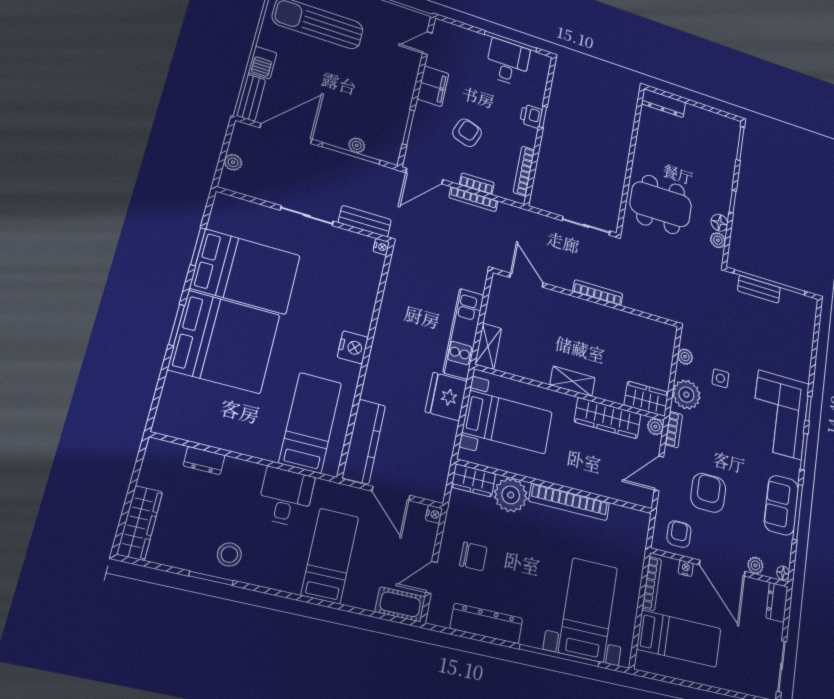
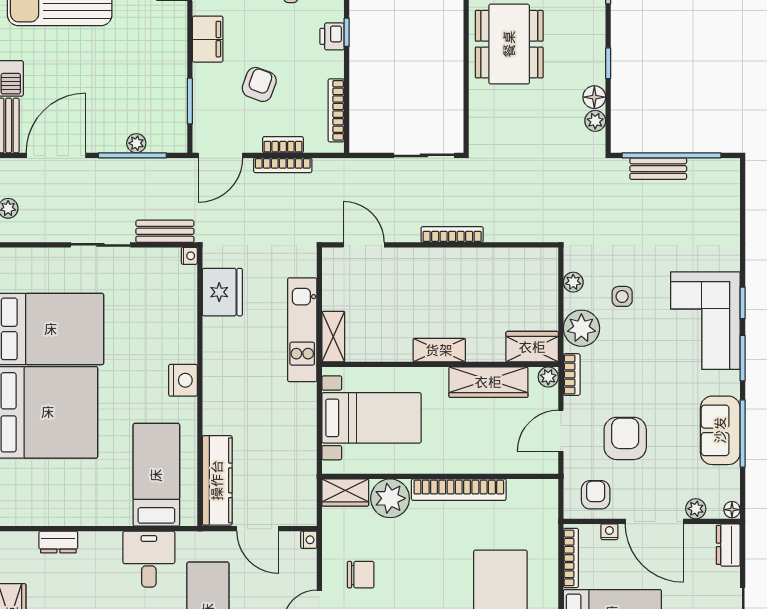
dining table: (661, 204) -> (509, 44), moved, turned 90
fridge: (446, 397) -> (222, 292), moved, turned 180

